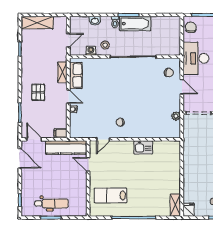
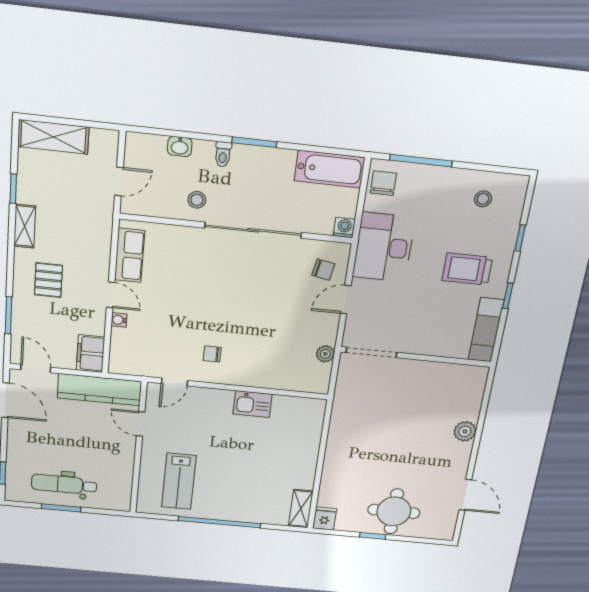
bathtub: (135, 24) -> (330, 169), moved
washing machine: (91, 51) -> (344, 228), moved
shelving: (62, 72) -> (25, 226), moved
door: (182, 87) -> (346, 300), swing flipped
filing cabinet: (61, 133) -> (91, 354), width x2.00
lab bench: (110, 195) -> (179, 481), turned -90
dental chair: (52, 203) -> (64, 484), turned 180

